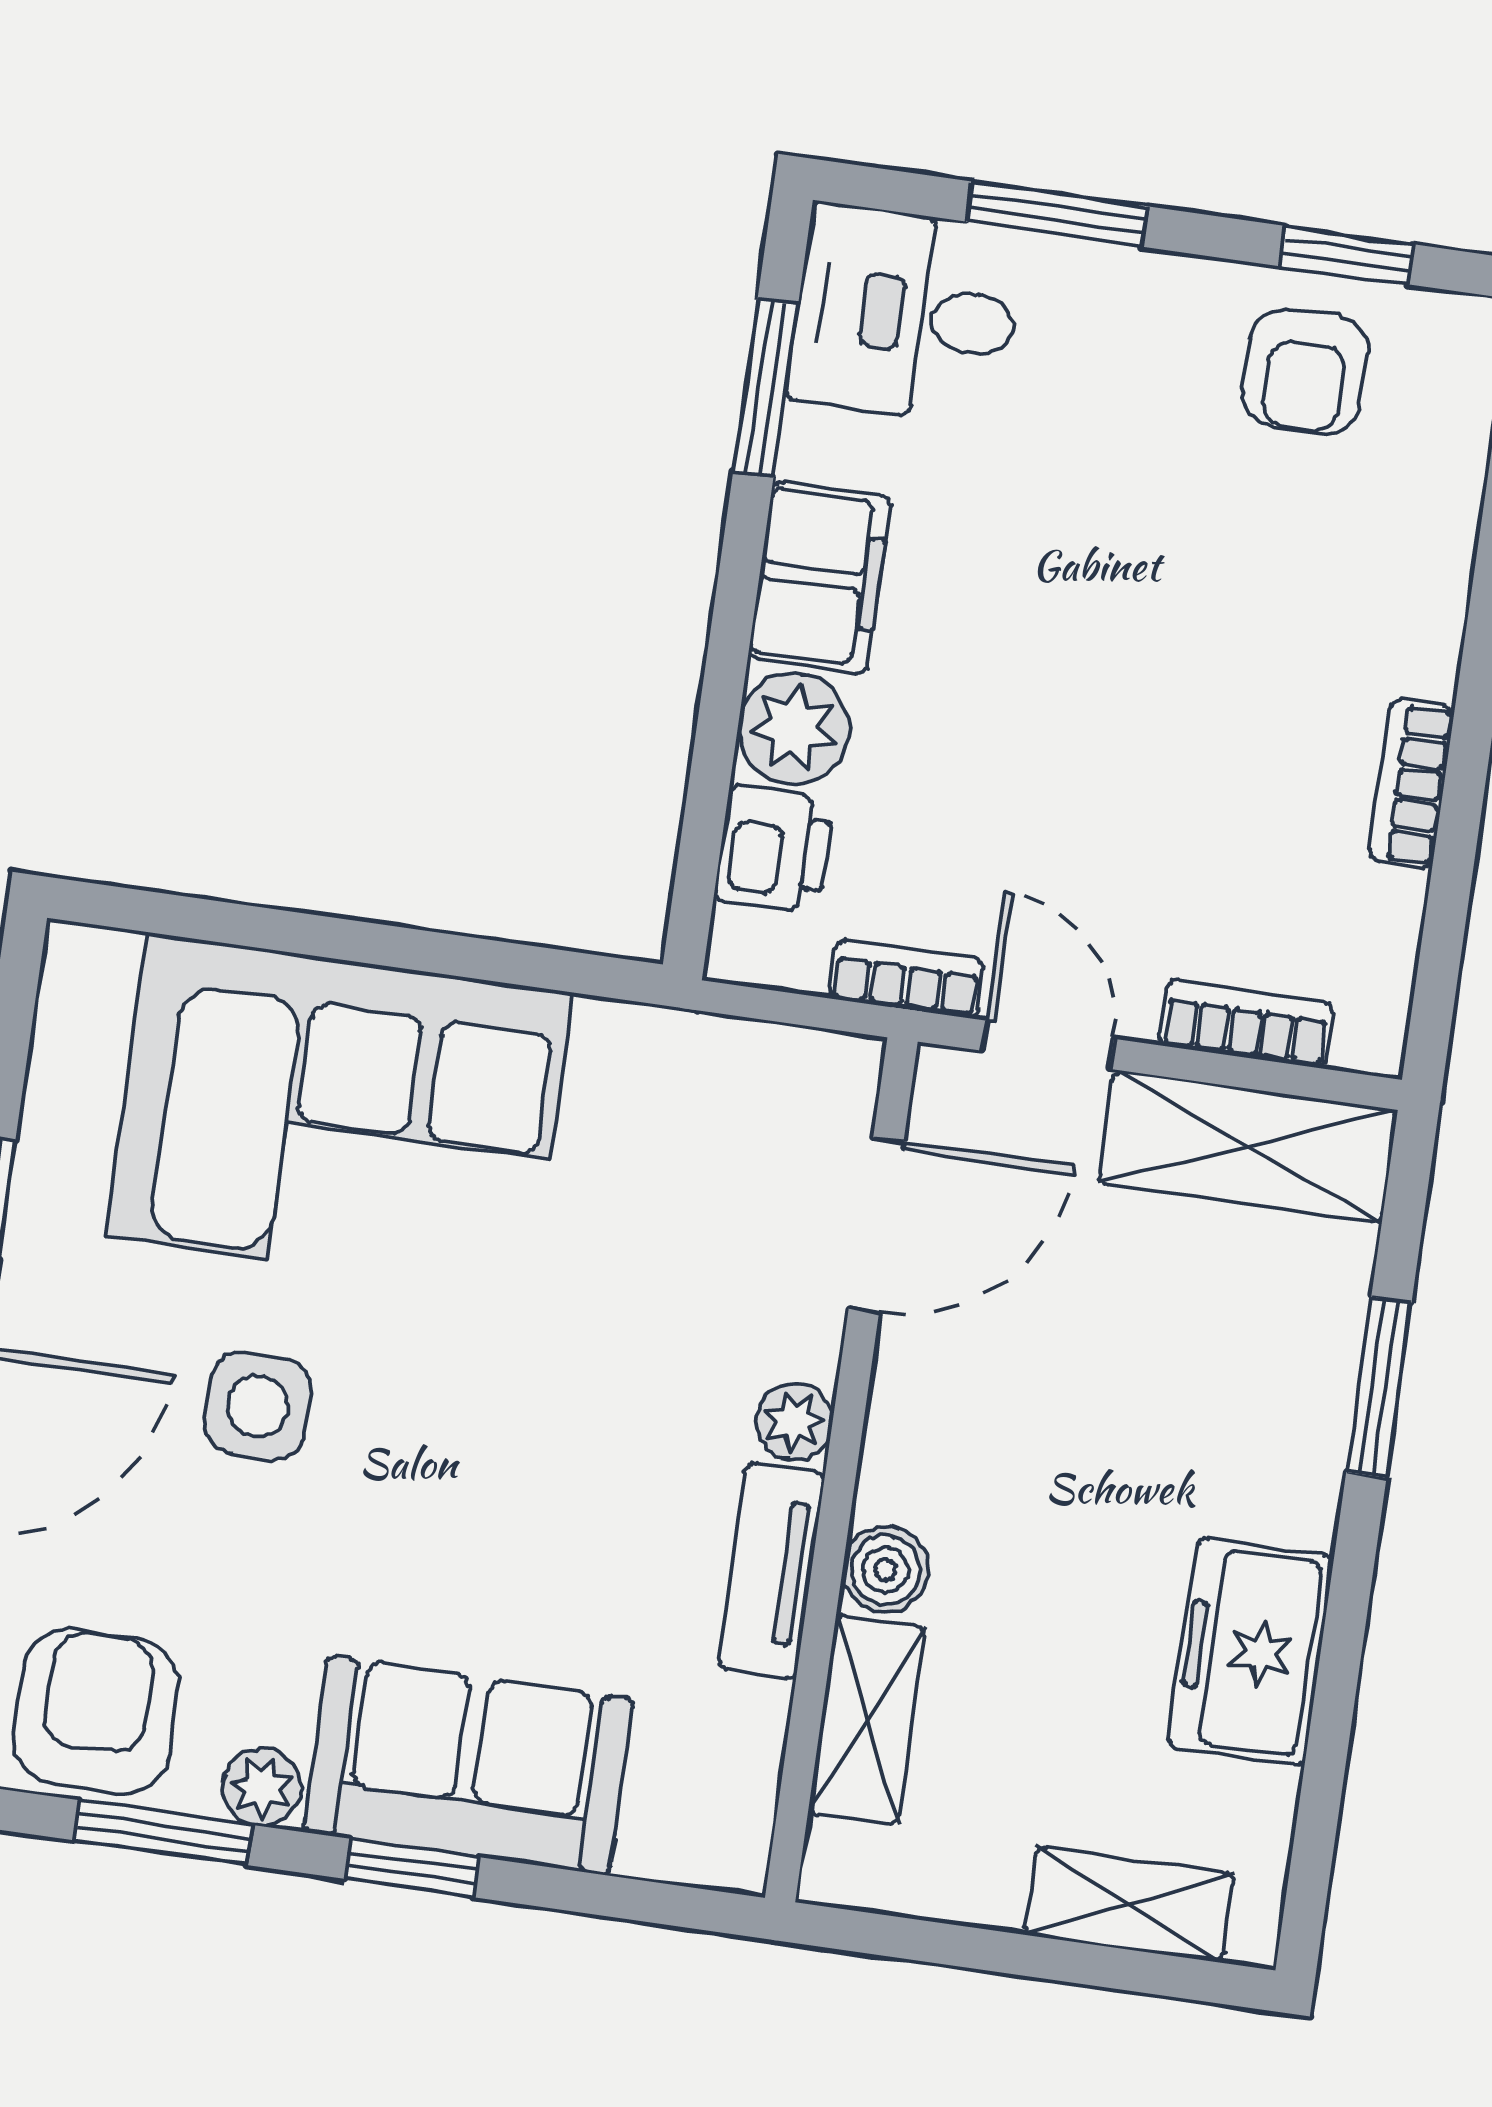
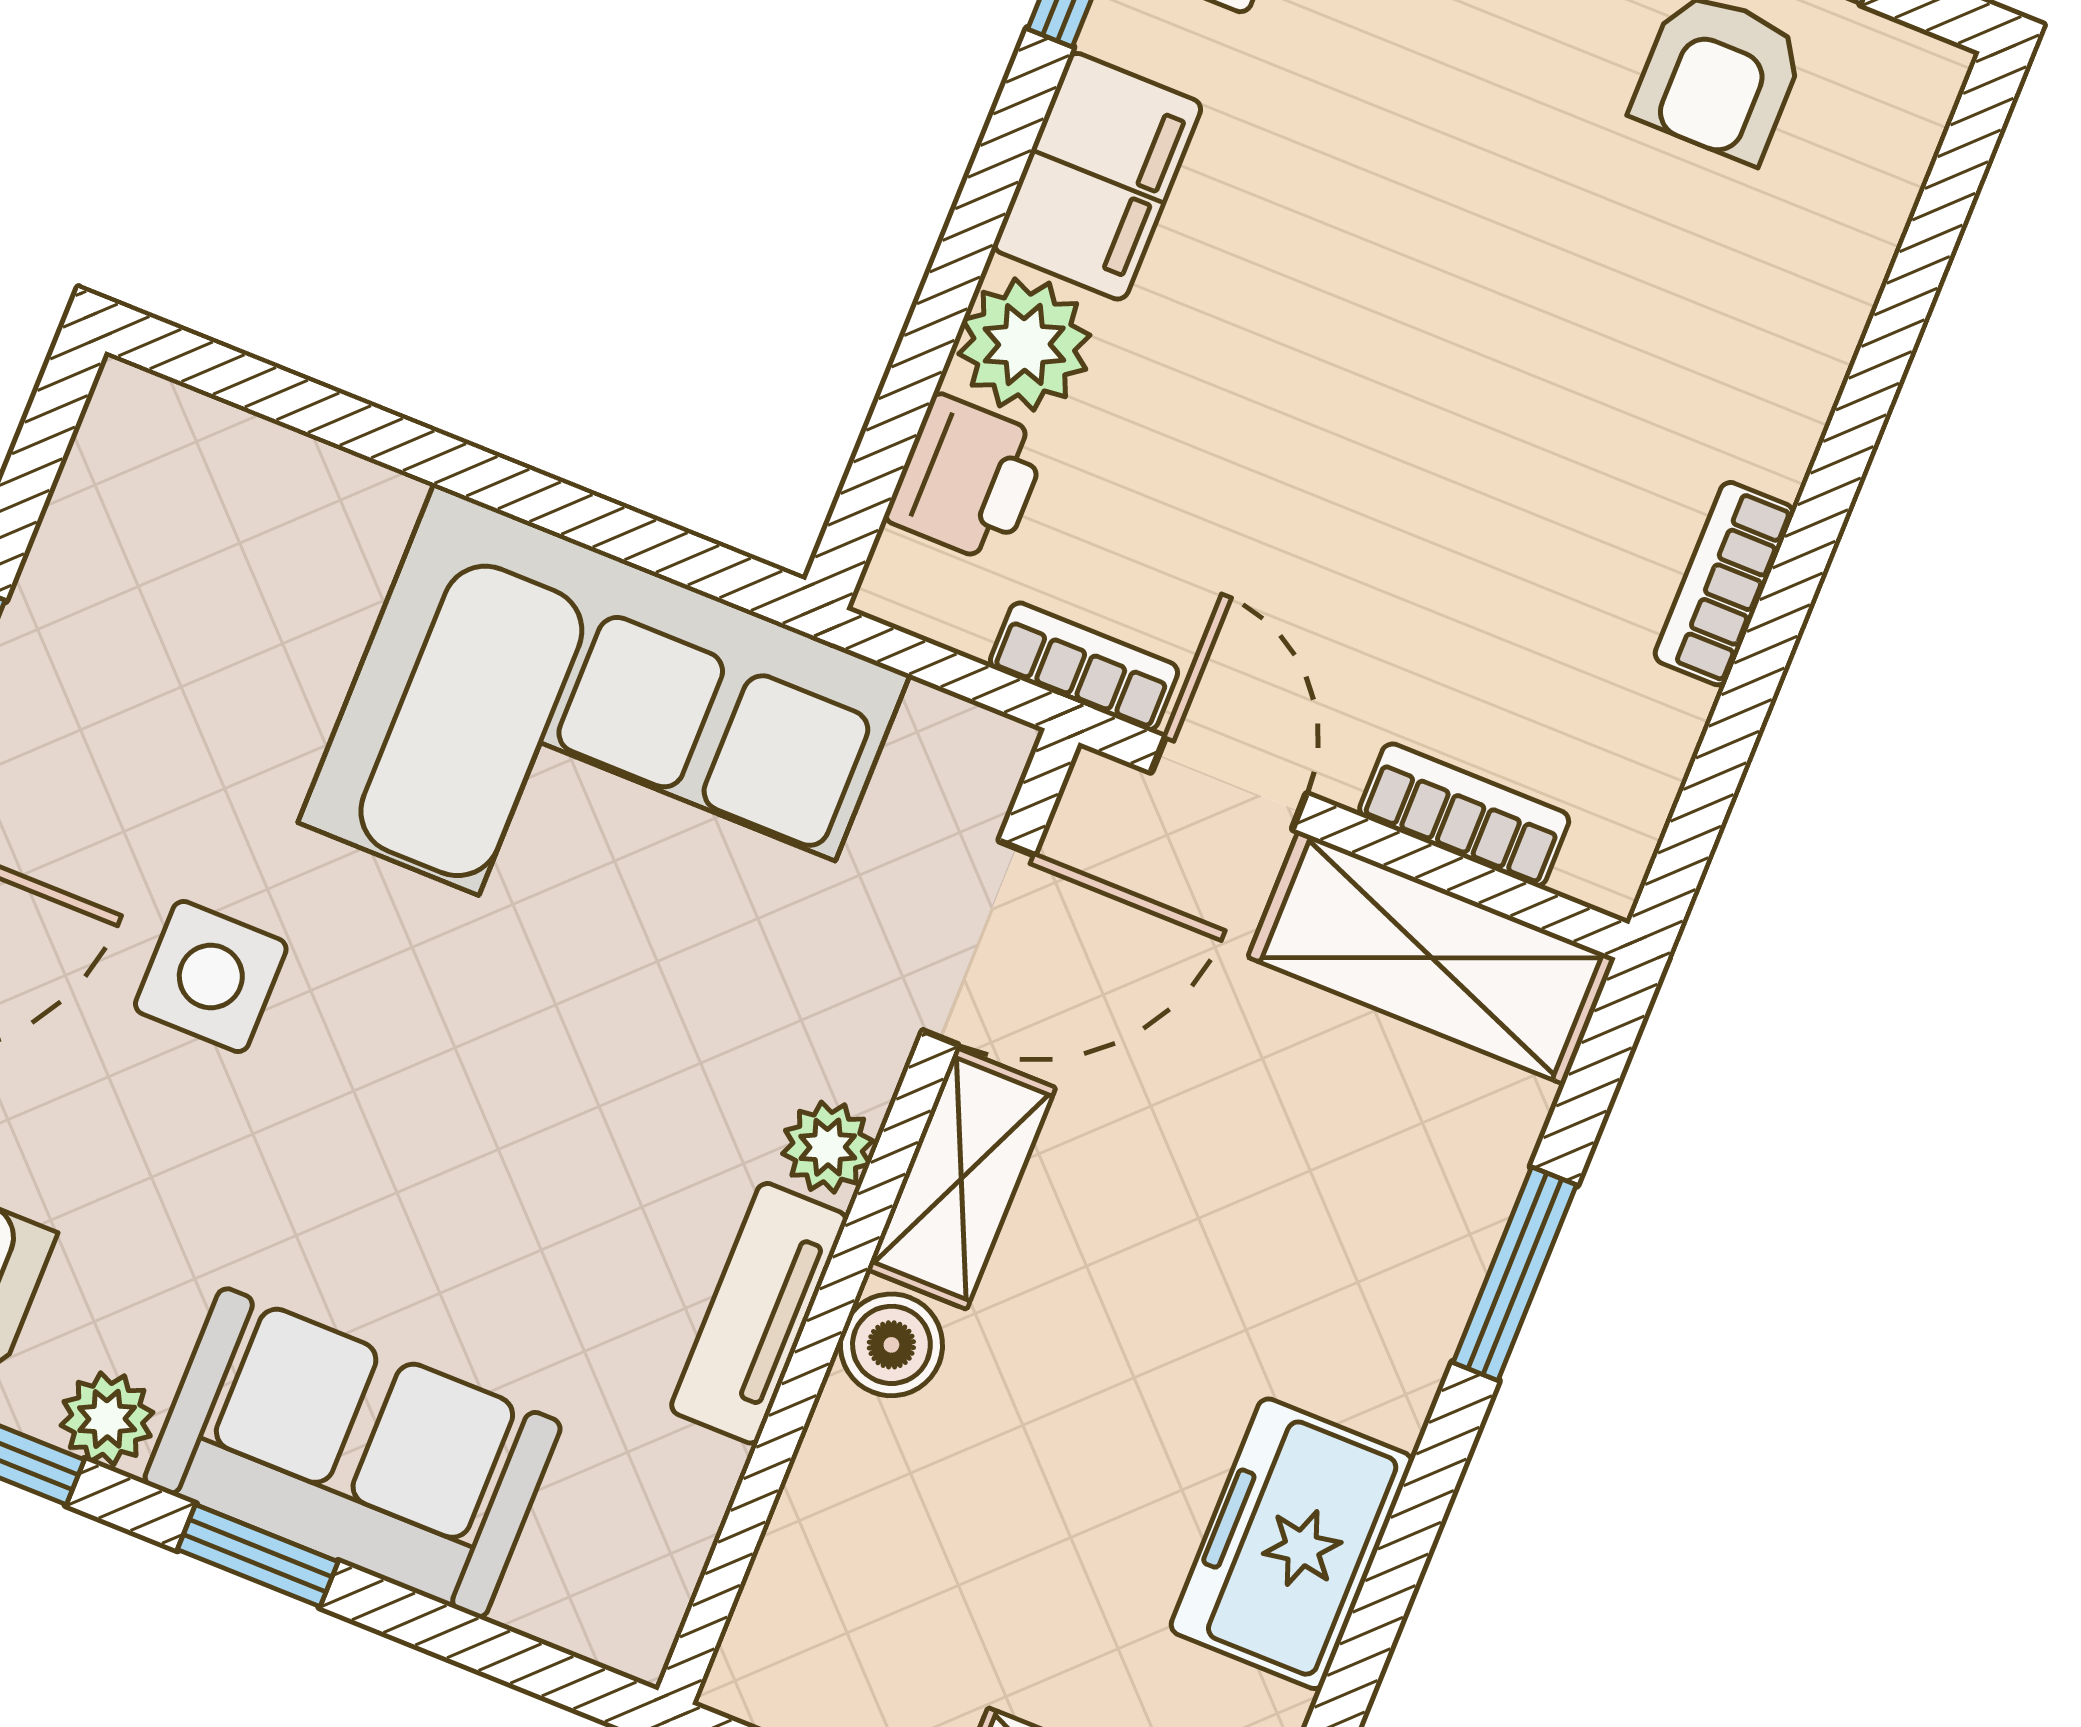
corner sofa: (339, 1114) -> (604, 749), moved
shelving: (867, 1720) -> (961, 1179), moved

